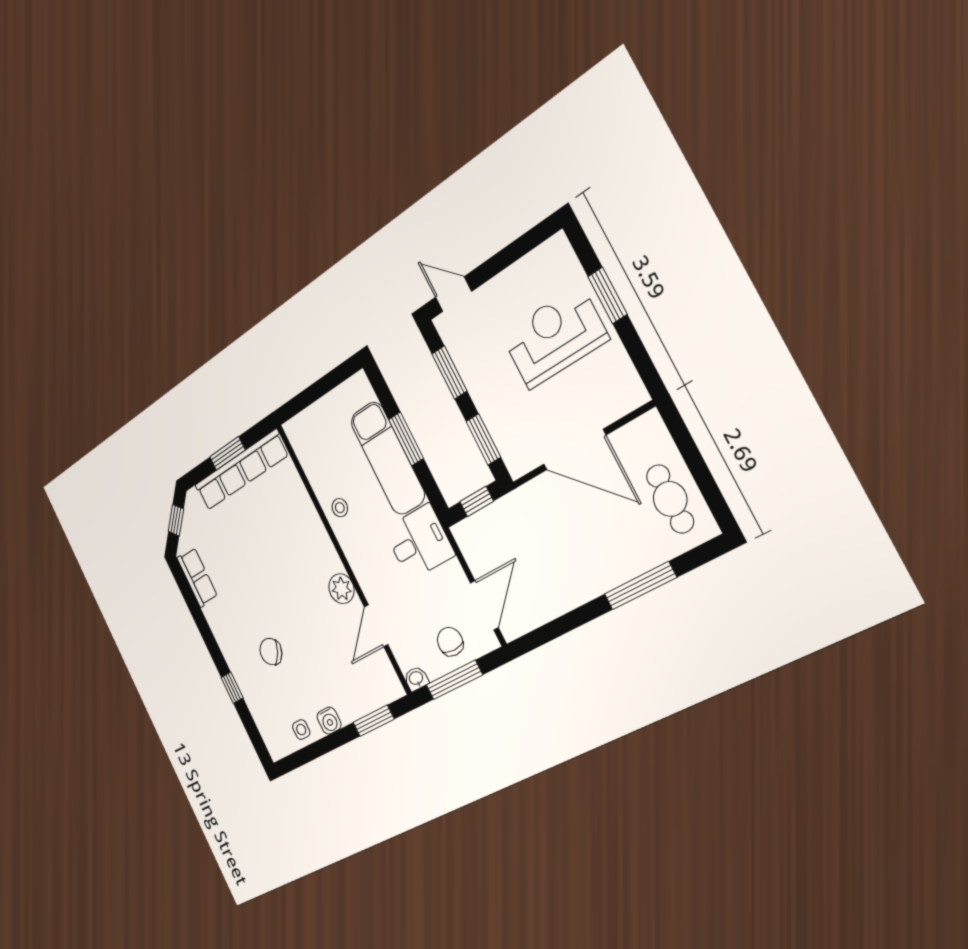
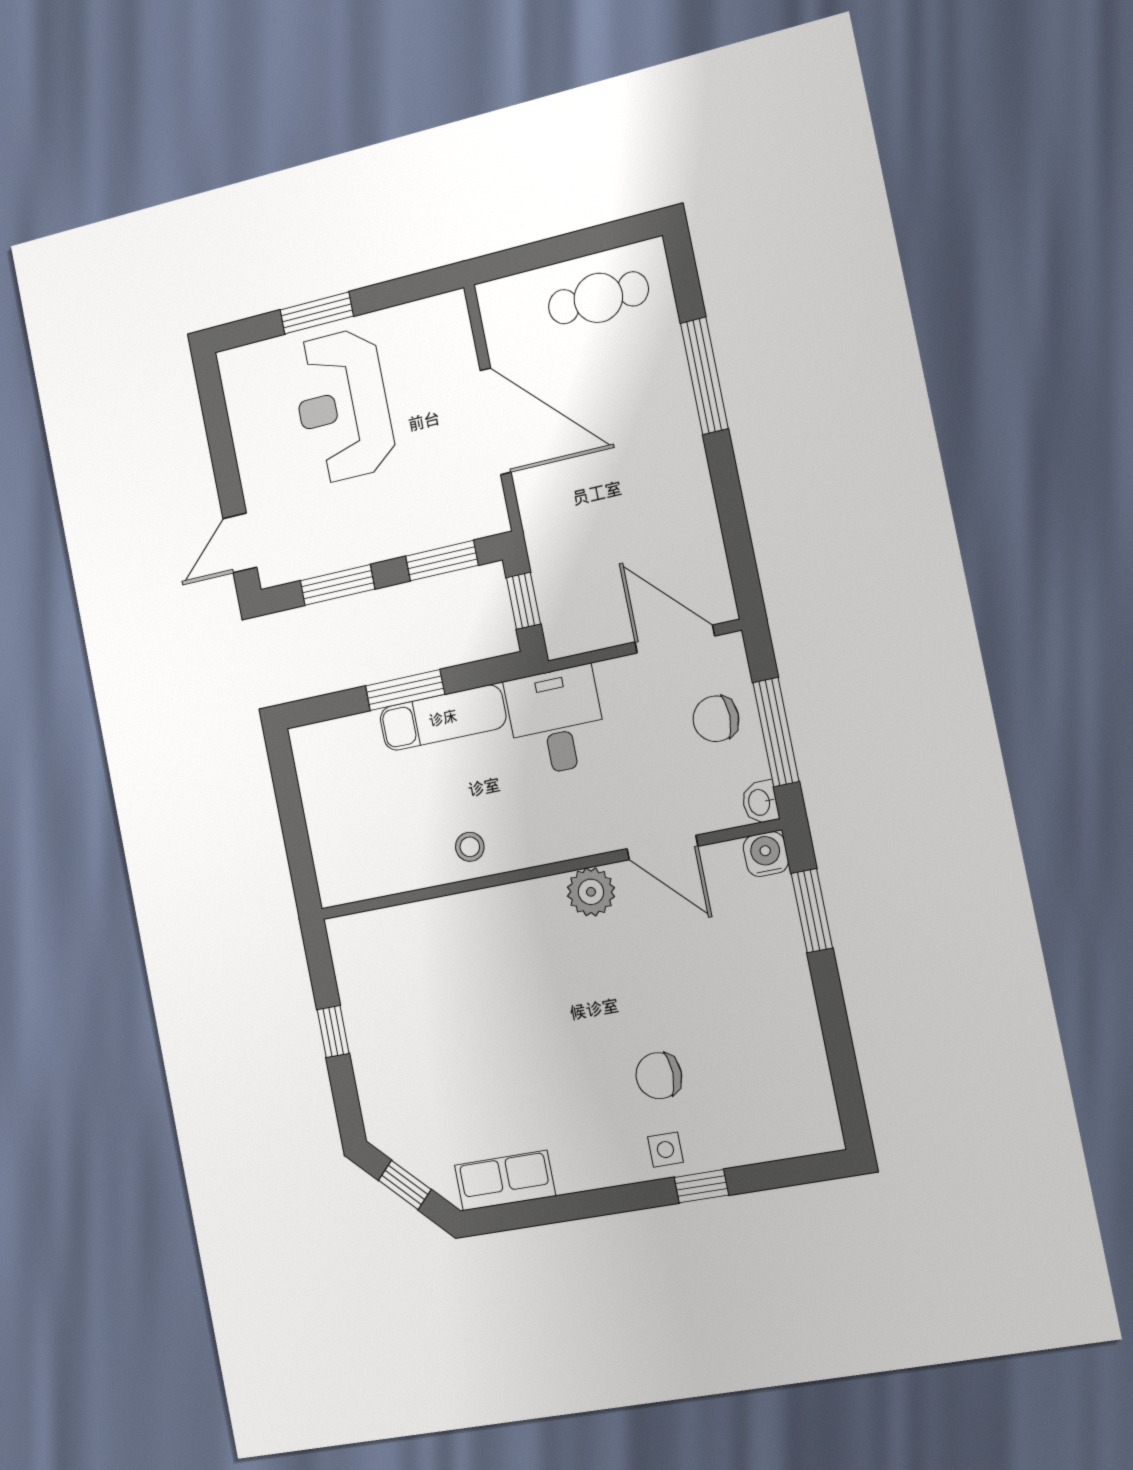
door: (574, 450) -> (496, 421), hinge flipped
window: (227, 453) -> (333, 1031), width x0.67
exam couch: (388, 458) -> (443, 718), width x0.73, depth x0.69
row of seats: (241, 470) -> (365, 1015), removed
chair: (271, 652) -> (659, 1076), turned 58
water cooler: (329, 721) -> (766, 854), moved, turned -90
side table: (301, 730) -> (665, 1150), moved

